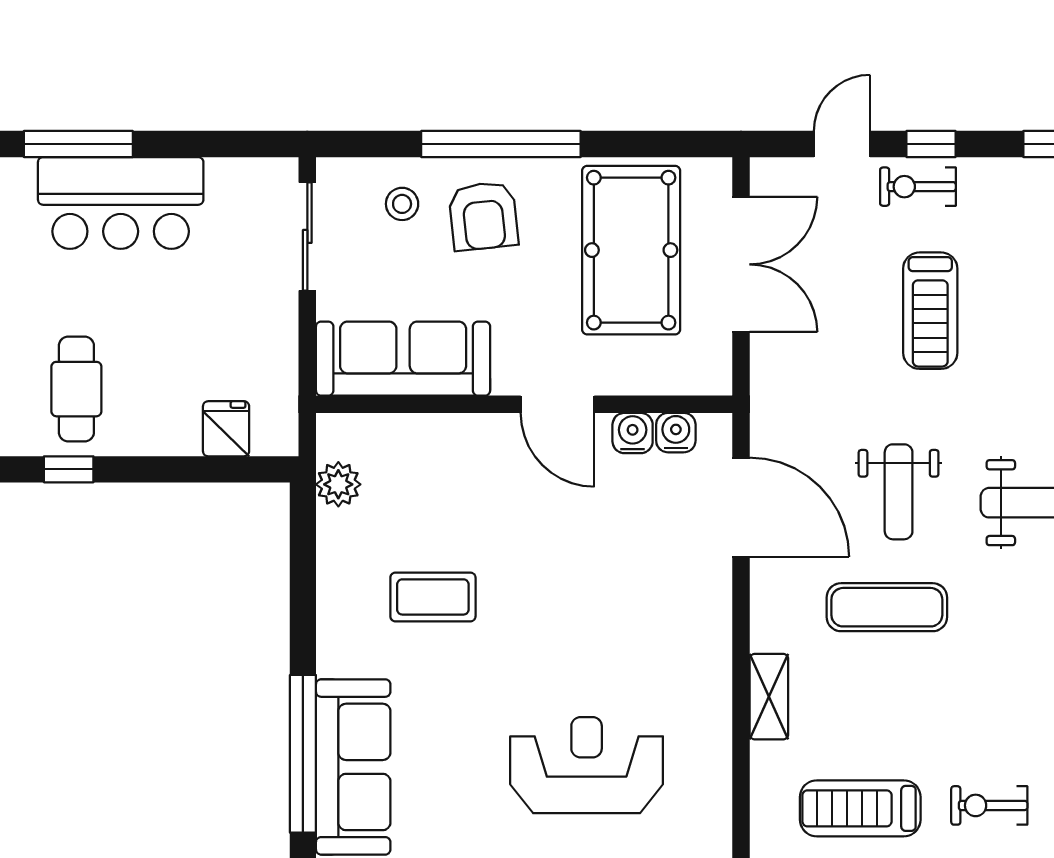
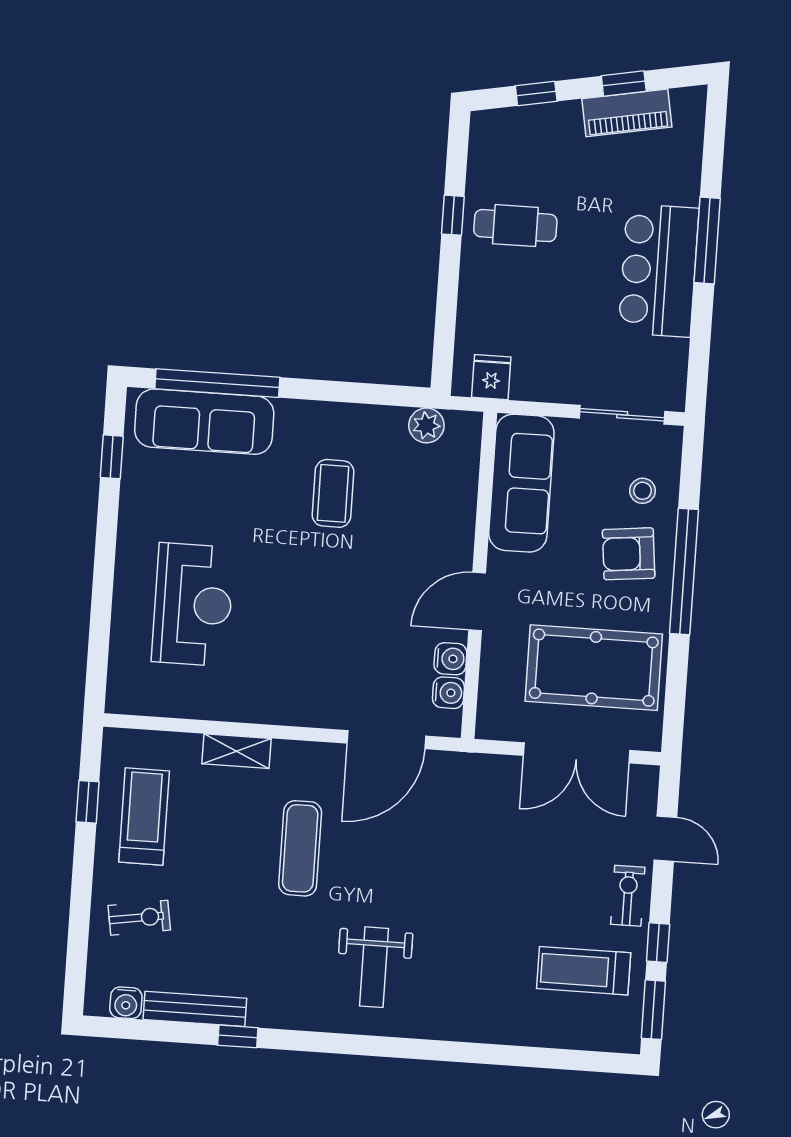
window: (931, 144) -> (658, 943), moved
treadmill: (930, 311) -> (584, 971), moved
fridge: (226, 429) -> (491, 377), moved, turned -90
weight bench: (899, 492) -> (390, 864), removed
exercise bike: (989, 805) -> (139, 918), turned 81

